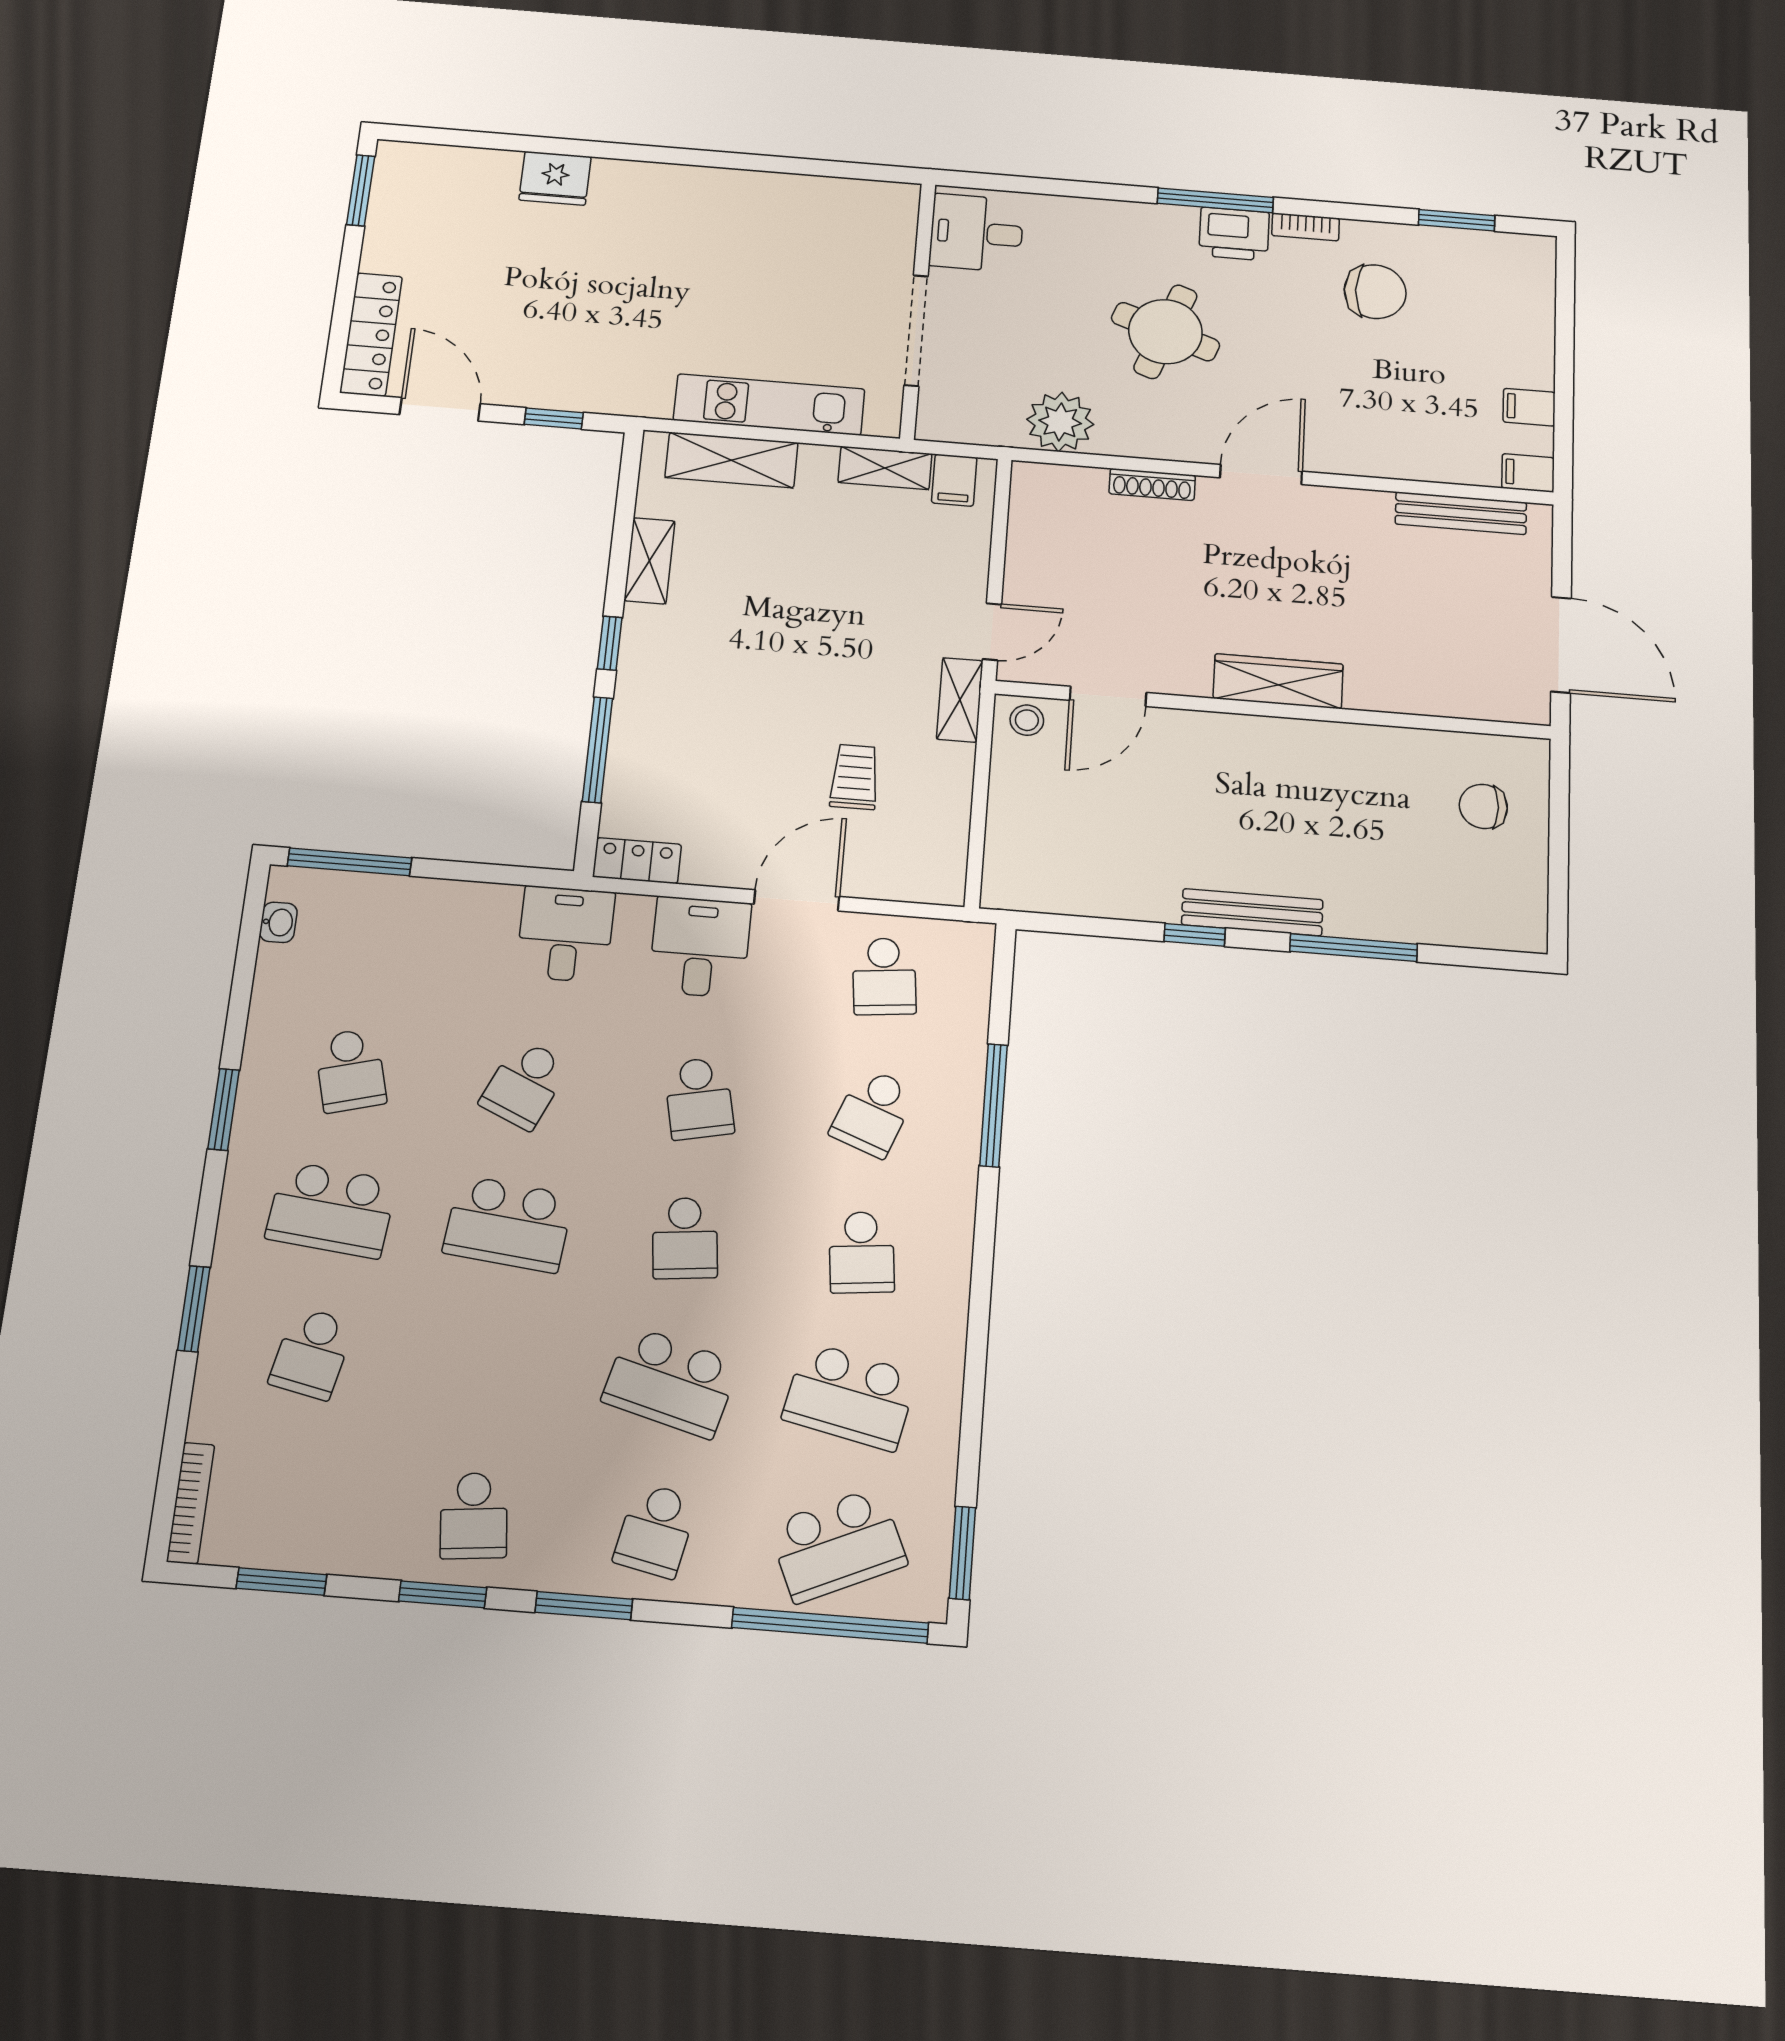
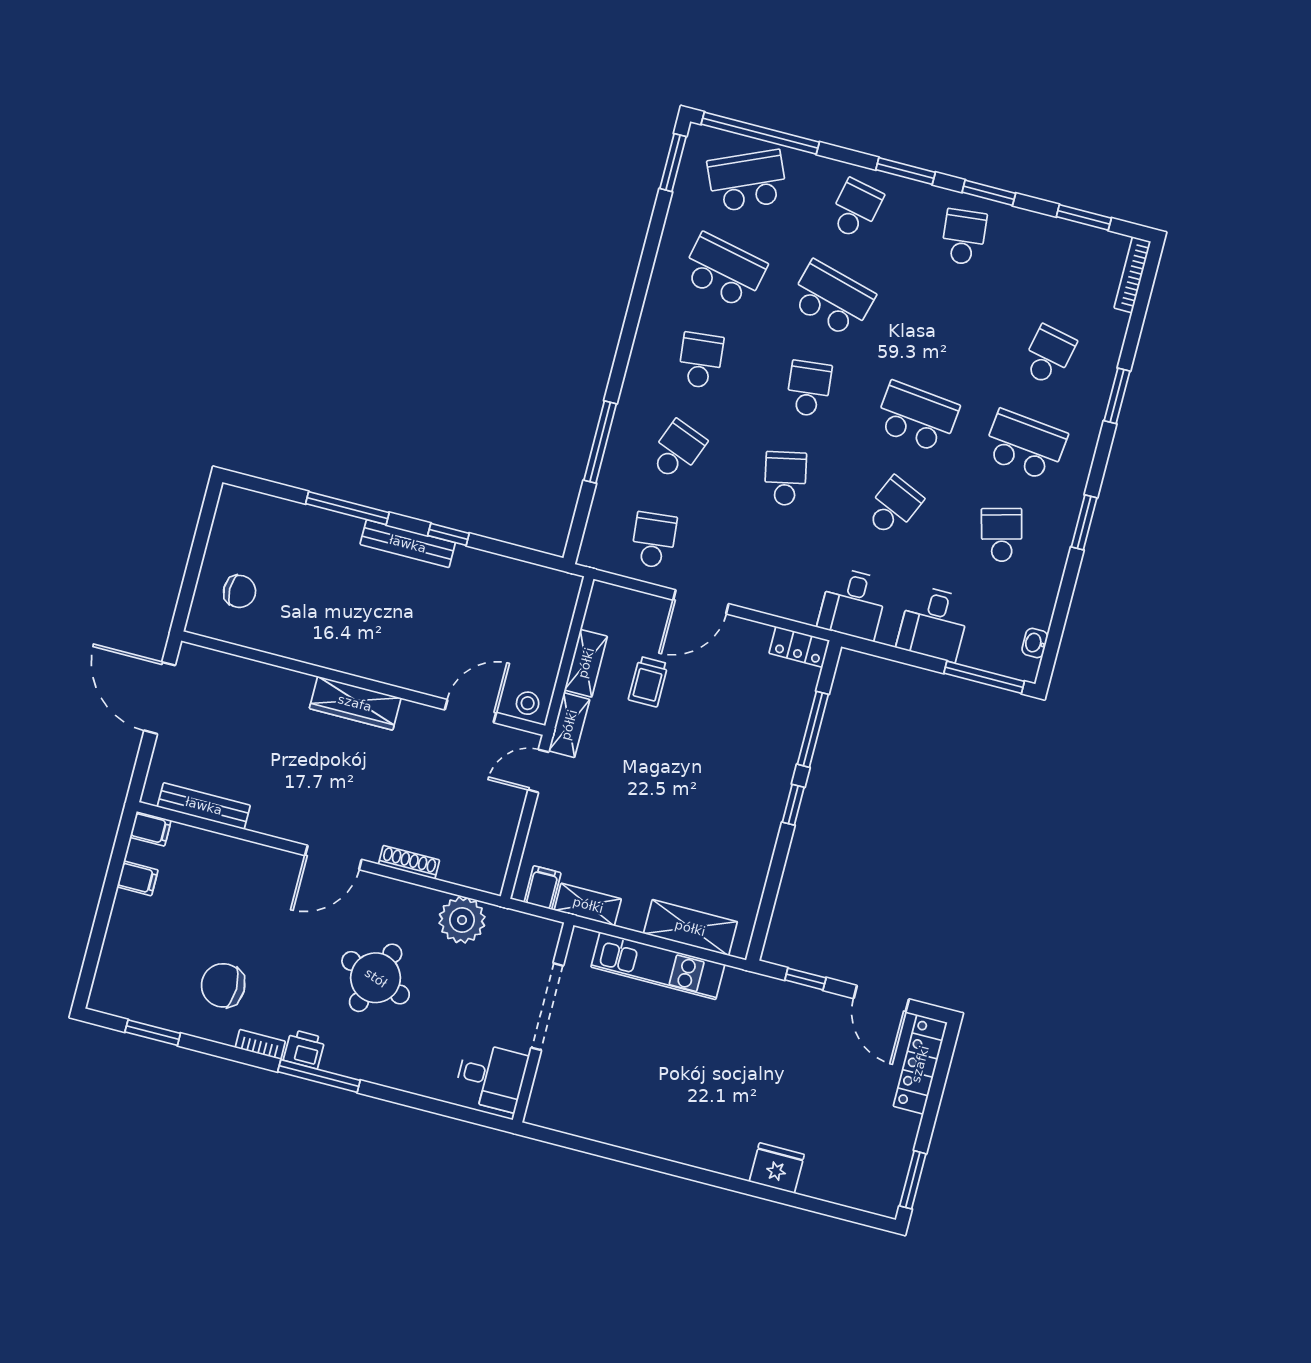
printer: (1234, 234) -> (304, 1049), width x0.73, depth x0.81
shelving: (649, 561) -> (586, 663), moved
desk: (700, 947) -> (934, 623), moved

